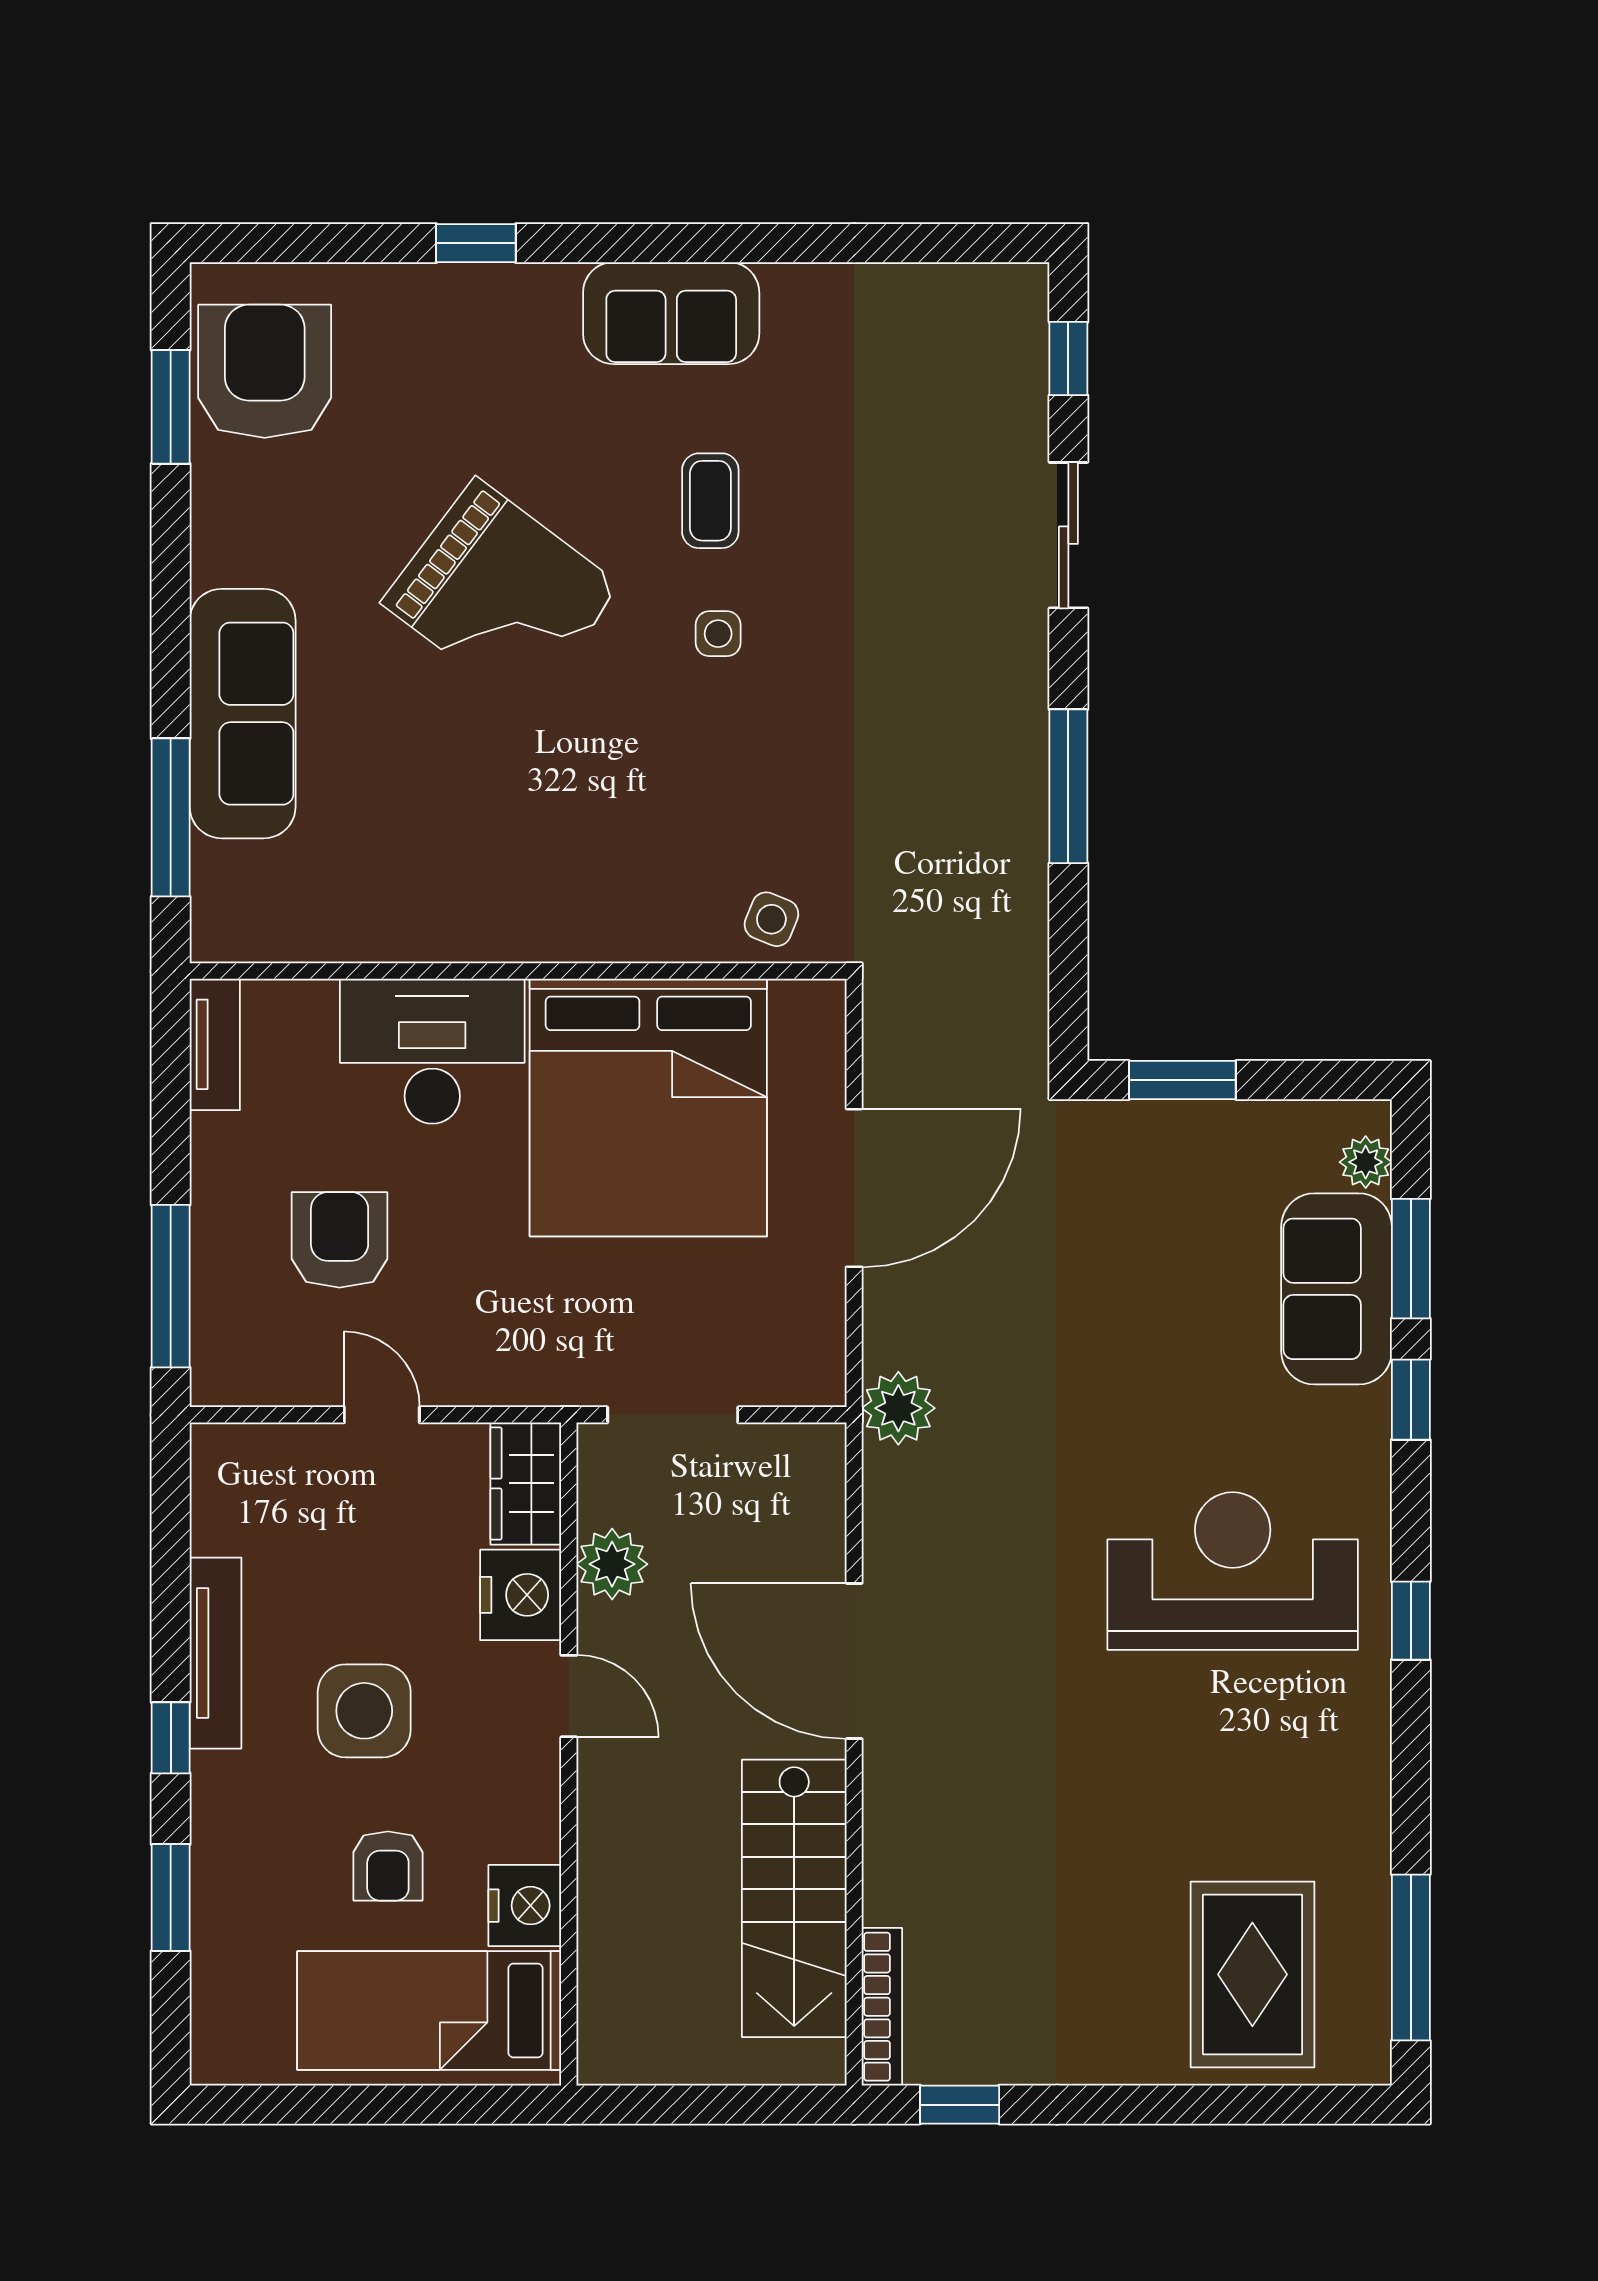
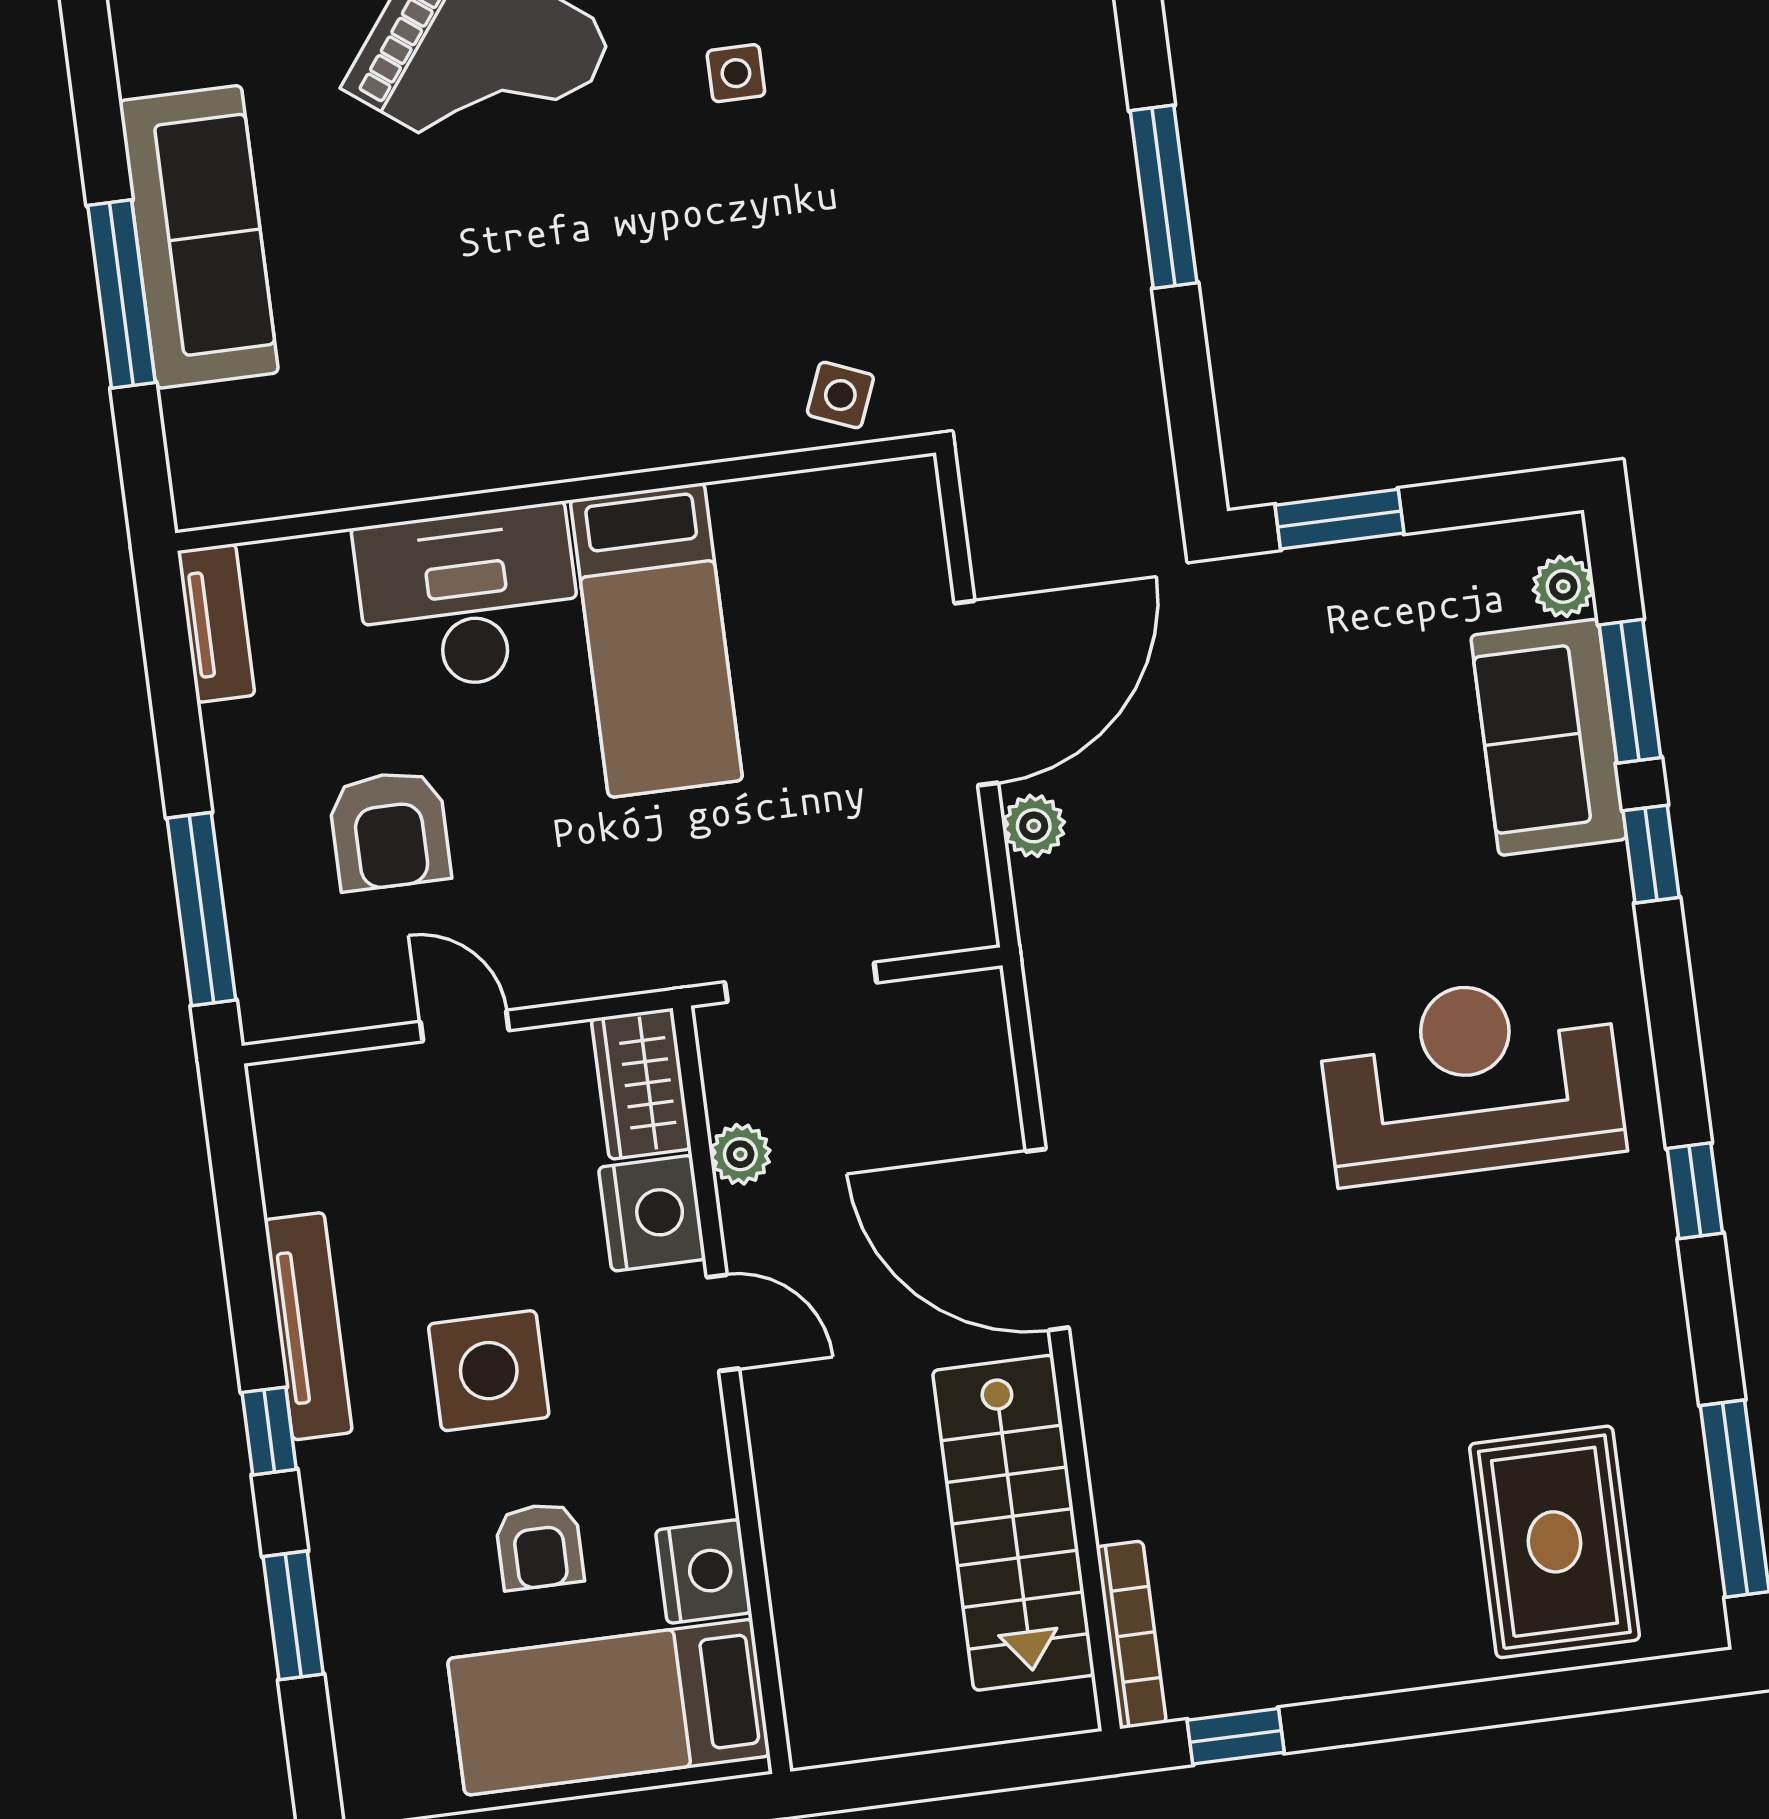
window: (171, 817) -> (122, 294), moved
bed: (648, 1108) -> (656, 640), width x0.49
armchair: (340, 1240) -> (390, 830), turned 180
plant: (898, 1408) -> (1034, 826), moved, width x0.73, depth x0.73
plant: (612, 1564) -> (740, 1154), width x0.73, depth x0.73
window: (1411, 1621) -> (1695, 1191), moved

